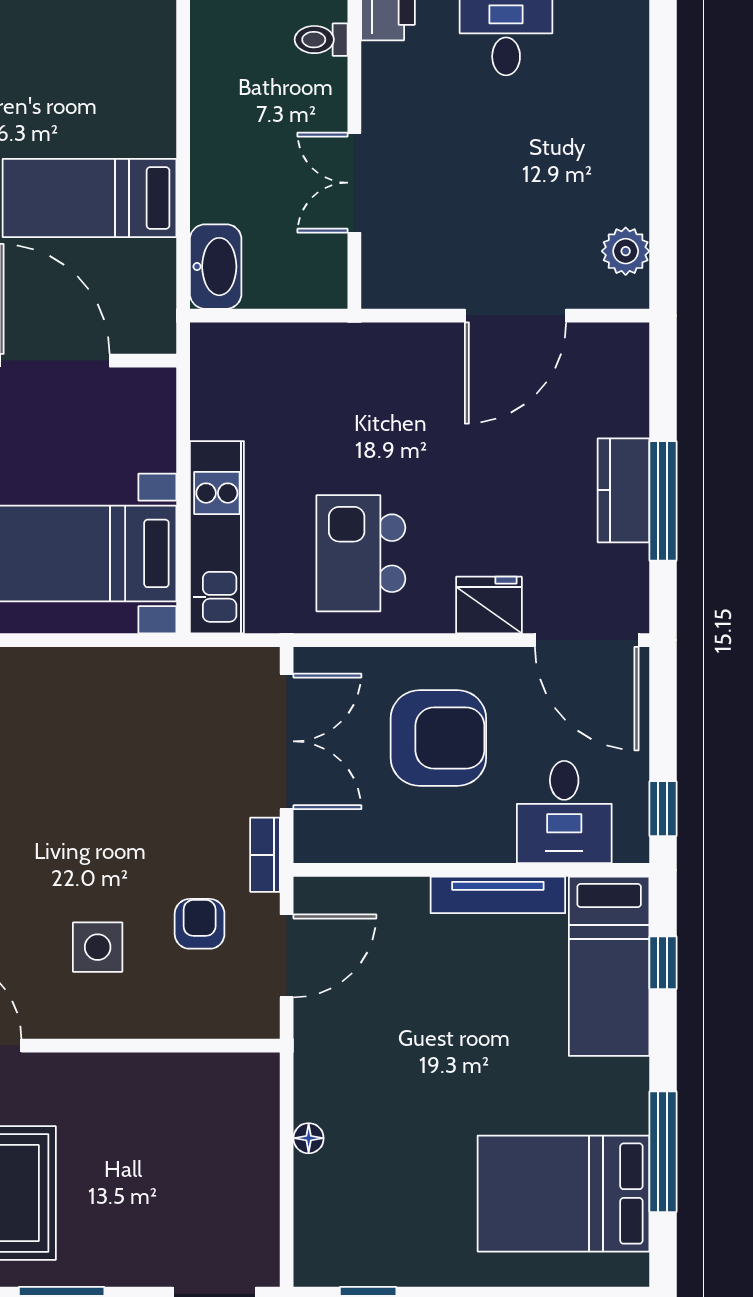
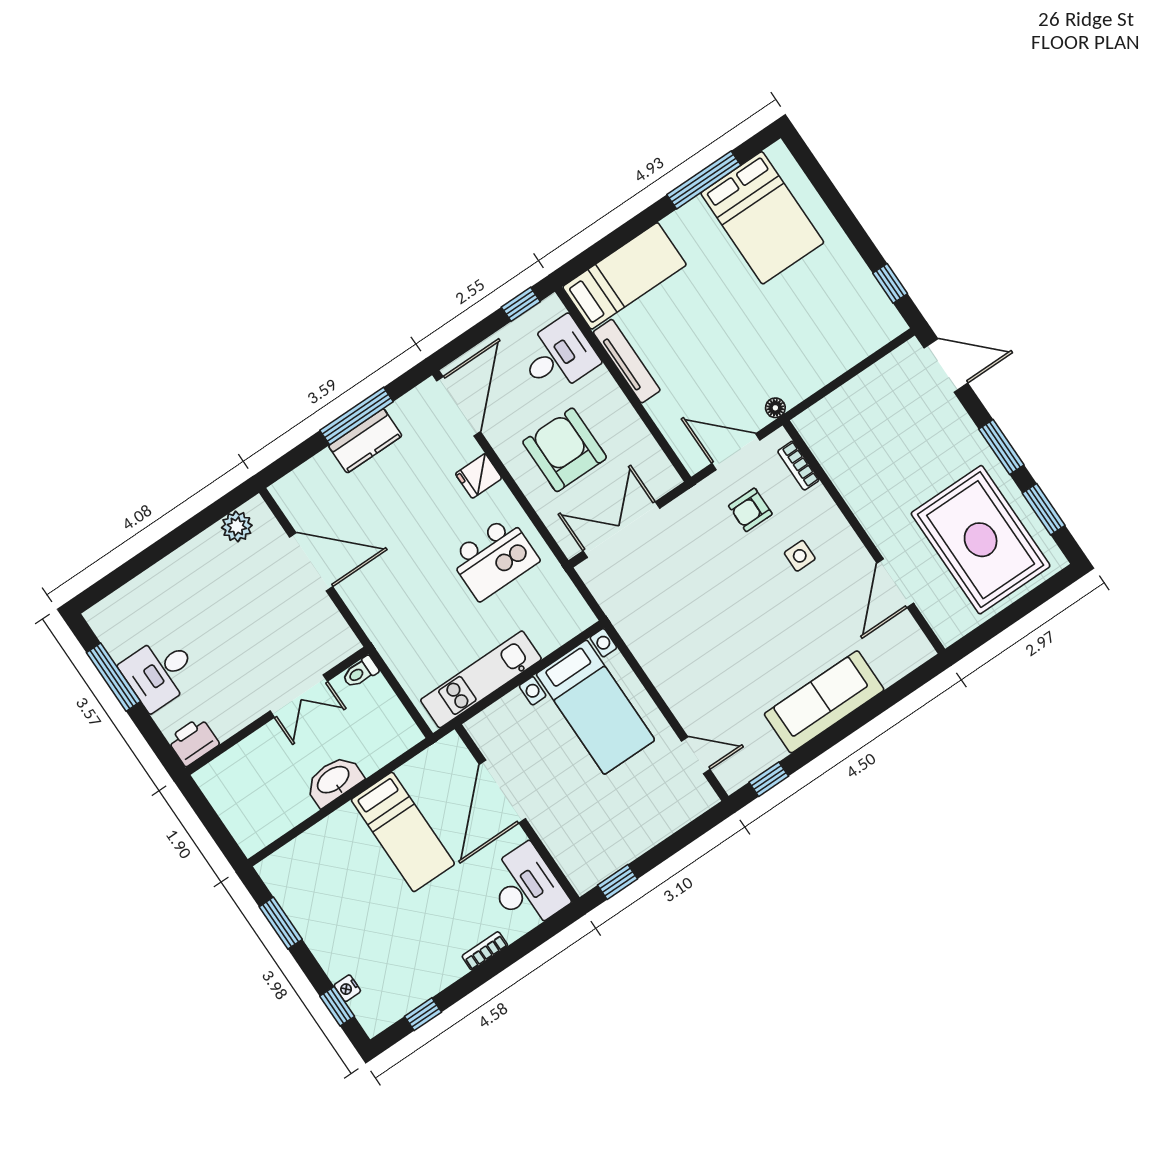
toilet: (321, 40) -> (360, 672), moved, turned 90
washbasin: (216, 267) -> (334, 780), moved
kitchen unit: (217, 537) -> (481, 679), moved
fridge: (489, 605) -> (479, 476), width x0.72
bookcase: (265, 855) -> (798, 466), moved, turned 90
side table: (98, 947) -> (800, 556), width x0.73, depth x0.73
window: (663, 963) -> (603, 248), removed
floor lamp: (309, 1138) -> (775, 408), moved

